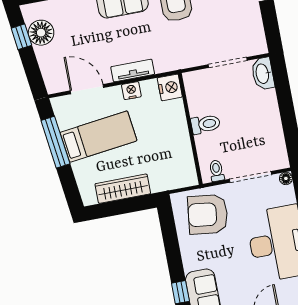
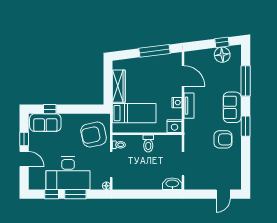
door: (87, 89) -> (183, 76), hinge flipped
bed: (98, 137) -> (134, 113), moved, turned -83
armchair: (208, 214) -> (94, 135), turned -109

